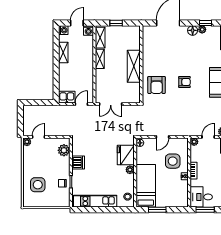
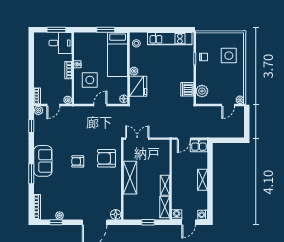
floor lamp: (193, 30) -> (116, 214), moved
shelving: (63, 53) -> (203, 180), moved
armchair: (157, 85) -> (106, 158), turned -90
double door: (111, 104) -> (137, 139), moved
dishwasher: (78, 163) -> (187, 89), moved

